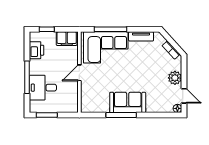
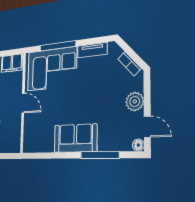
door: (79, 73) -> (23, 103), swing flipped
window: (121, 115) -> (100, 155), moved

